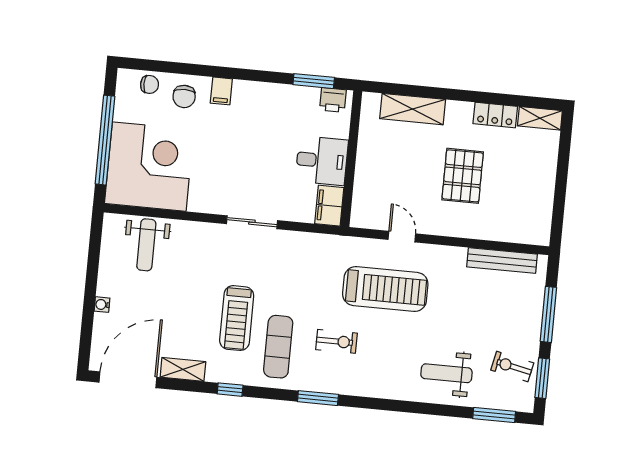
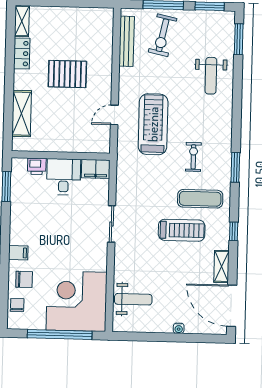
printer: (333, 100) -> (37, 166), moved, turned 90
exercise bike: (512, 366) -> (163, 35), moved, width x1.38, depth x1.39

